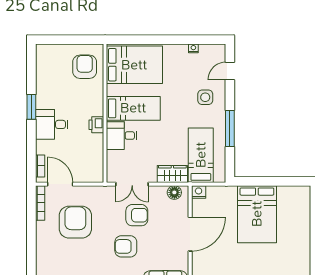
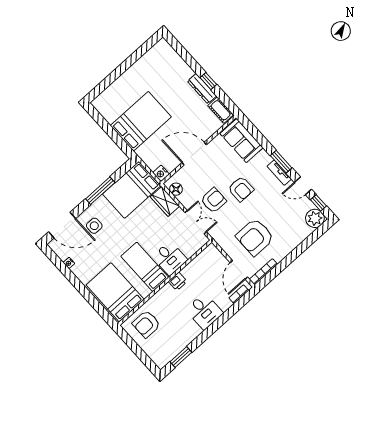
door: (230, 71) -> (62, 225), width x1.87
window: (31, 107) -> (181, 357), moved
bed: (201, 155) -> (132, 190), width x1.50
armchair: (137, 215) -> (214, 200), turned 90

